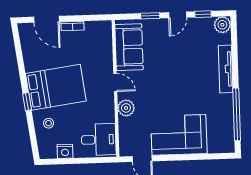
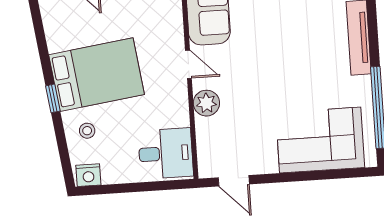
corner sofa: (179, 135) -> (320, 140), moved
nightstand: (65, 151) -> (88, 175), moved

